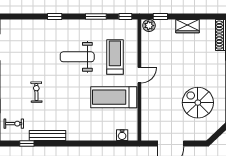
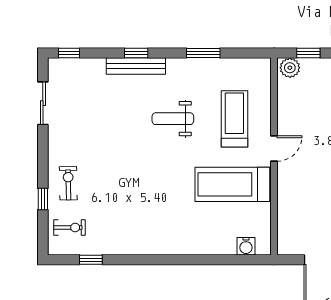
window: (125, 16) -> (69, 53), moved
weight bench: (77, 57) -> (173, 119), width x0.73, depth x0.75
exercise bike: (36, 92) -> (68, 183), moved
bench: (48, 135) -> (136, 66), moved

